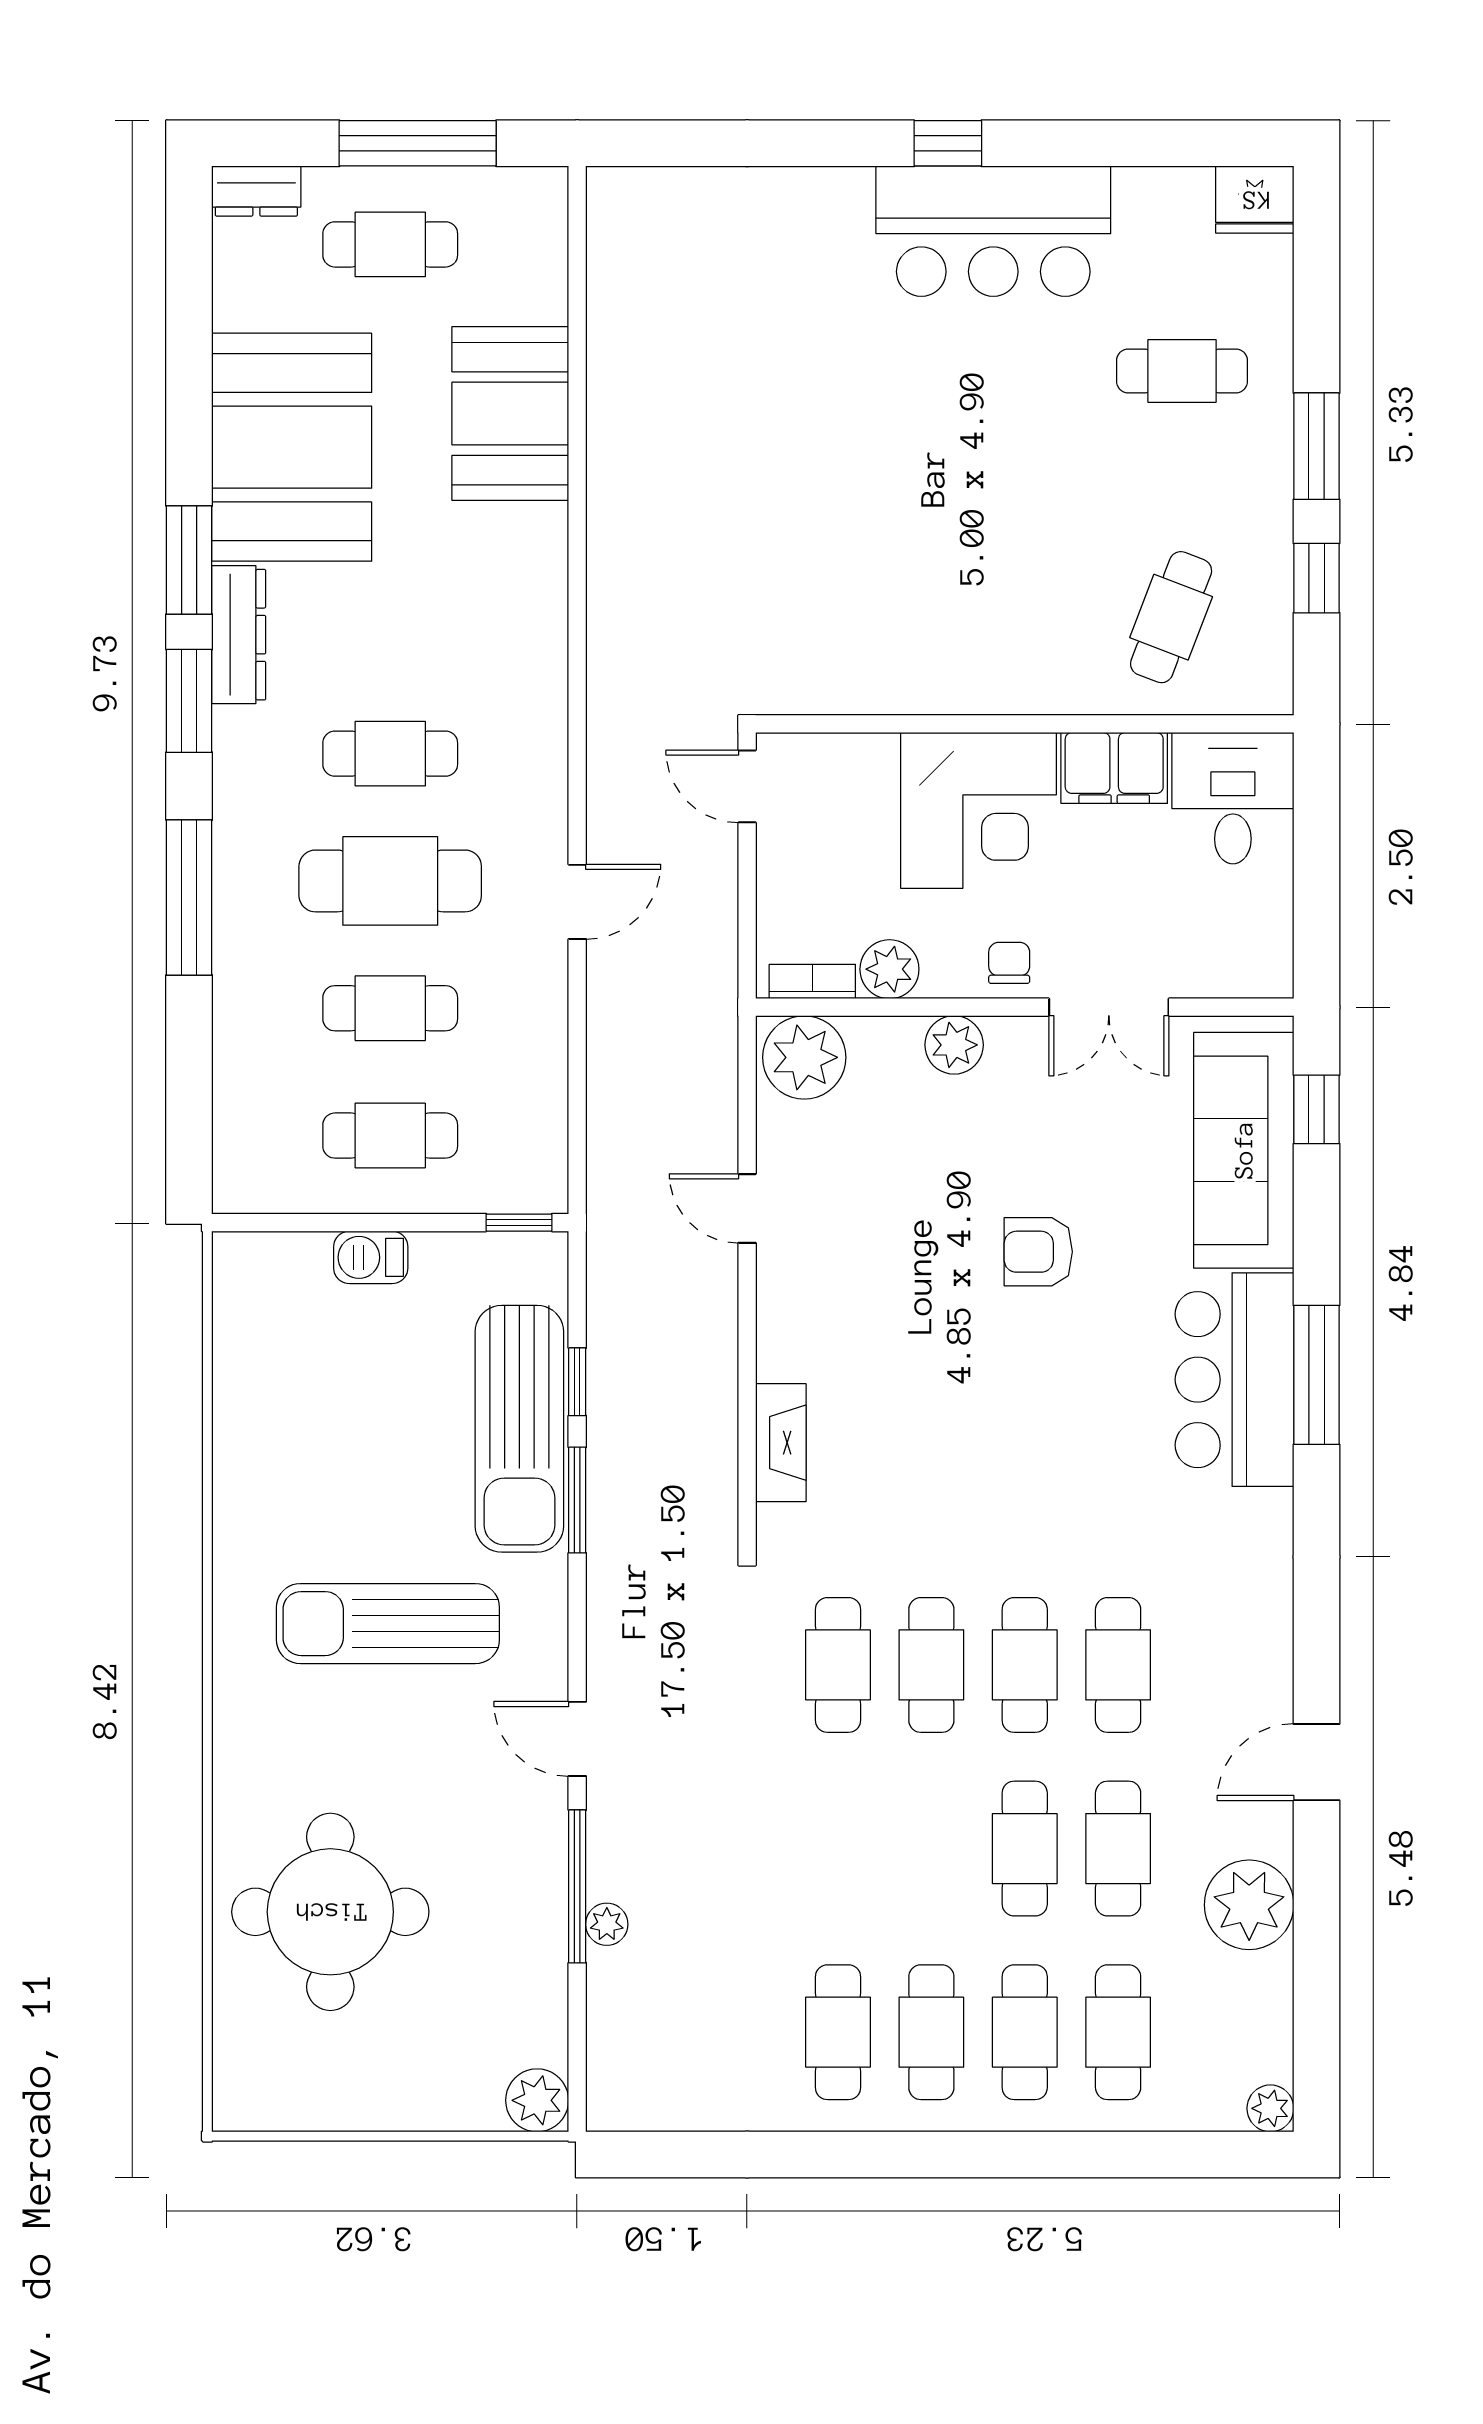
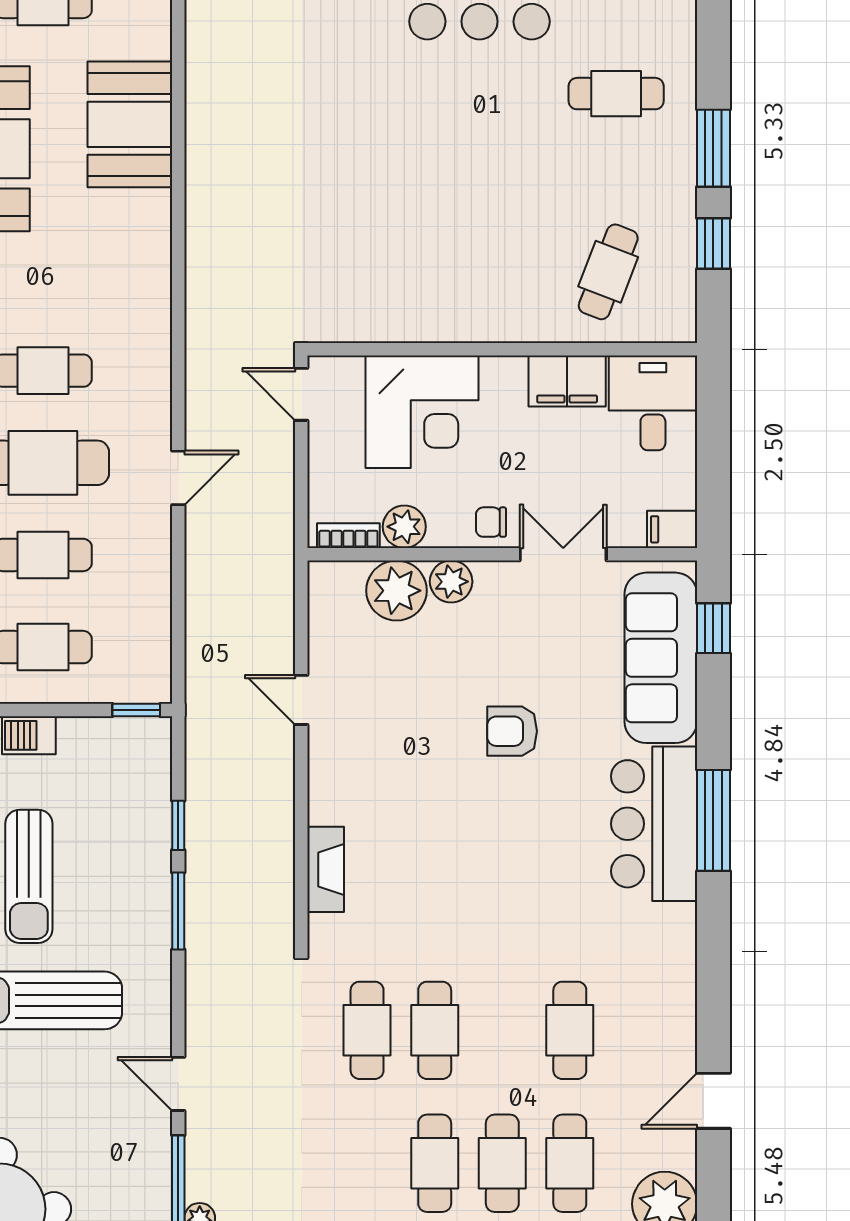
corner desk: (979, 810) -> (422, 412), moved
chair: (1009, 963) -> (491, 522), turned -90
filing cabinet: (1259, 973) -> (672, 529), added
double door: (1109, 1007) -> (563, 554), swing flipped
plant: (804, 1057) -> (397, 591), moved
sun lounger: (519, 1429) -> (29, 876), moved, width x0.73, depth x0.75
cafe table: (1025, 1665) -> (435, 1163), moved

